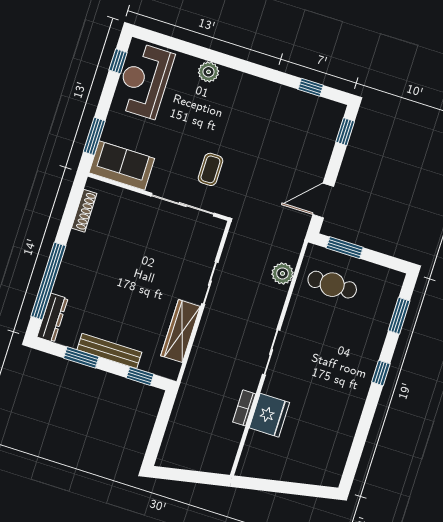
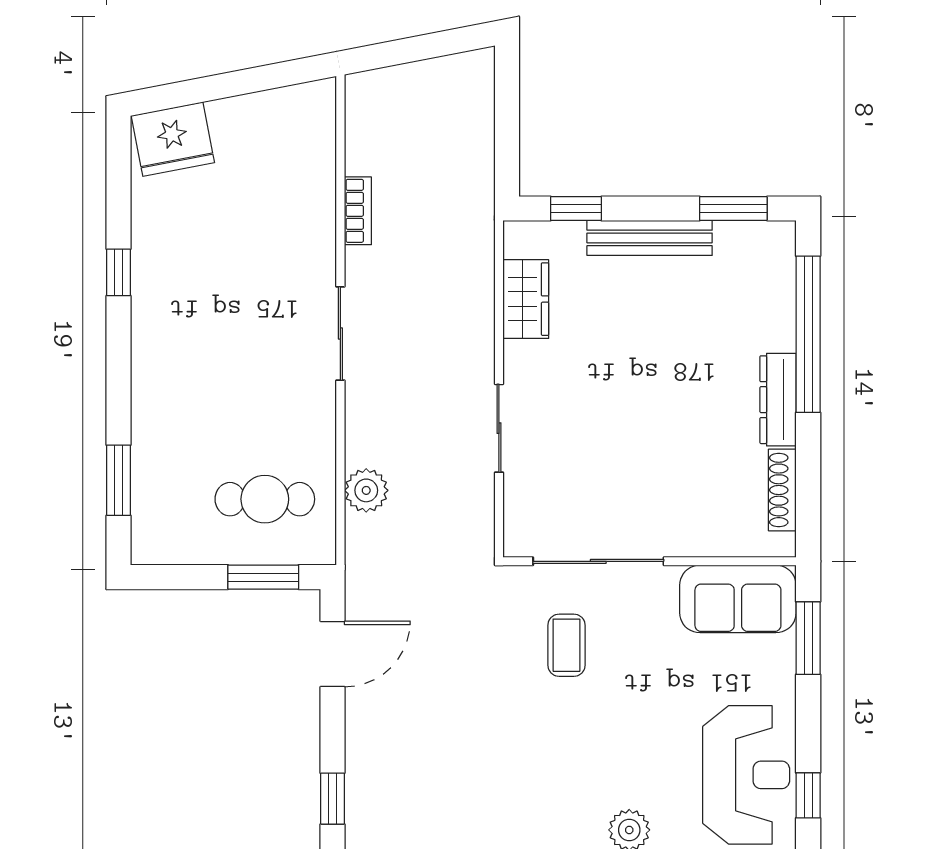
dresser: (52, 318) -> (778, 400), moved
wardrobe: (181, 331) -> (526, 299), width x0.67
window: (81, 357) -> (733, 209), moved
window: (381, 373) -> (119, 272), moved
fridge: (269, 415) -> (173, 139), moved, turned -101

